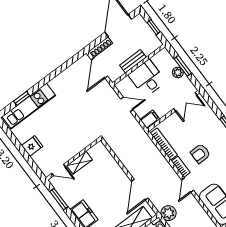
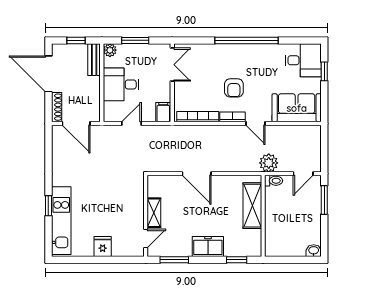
bench: (133, 61) -> (94, 60), moved
plant: (178, 72) -> (110, 50), moved
window: (22, 98) -> (48, 206), moved
door: (140, 190) -> (197, 174), moved

